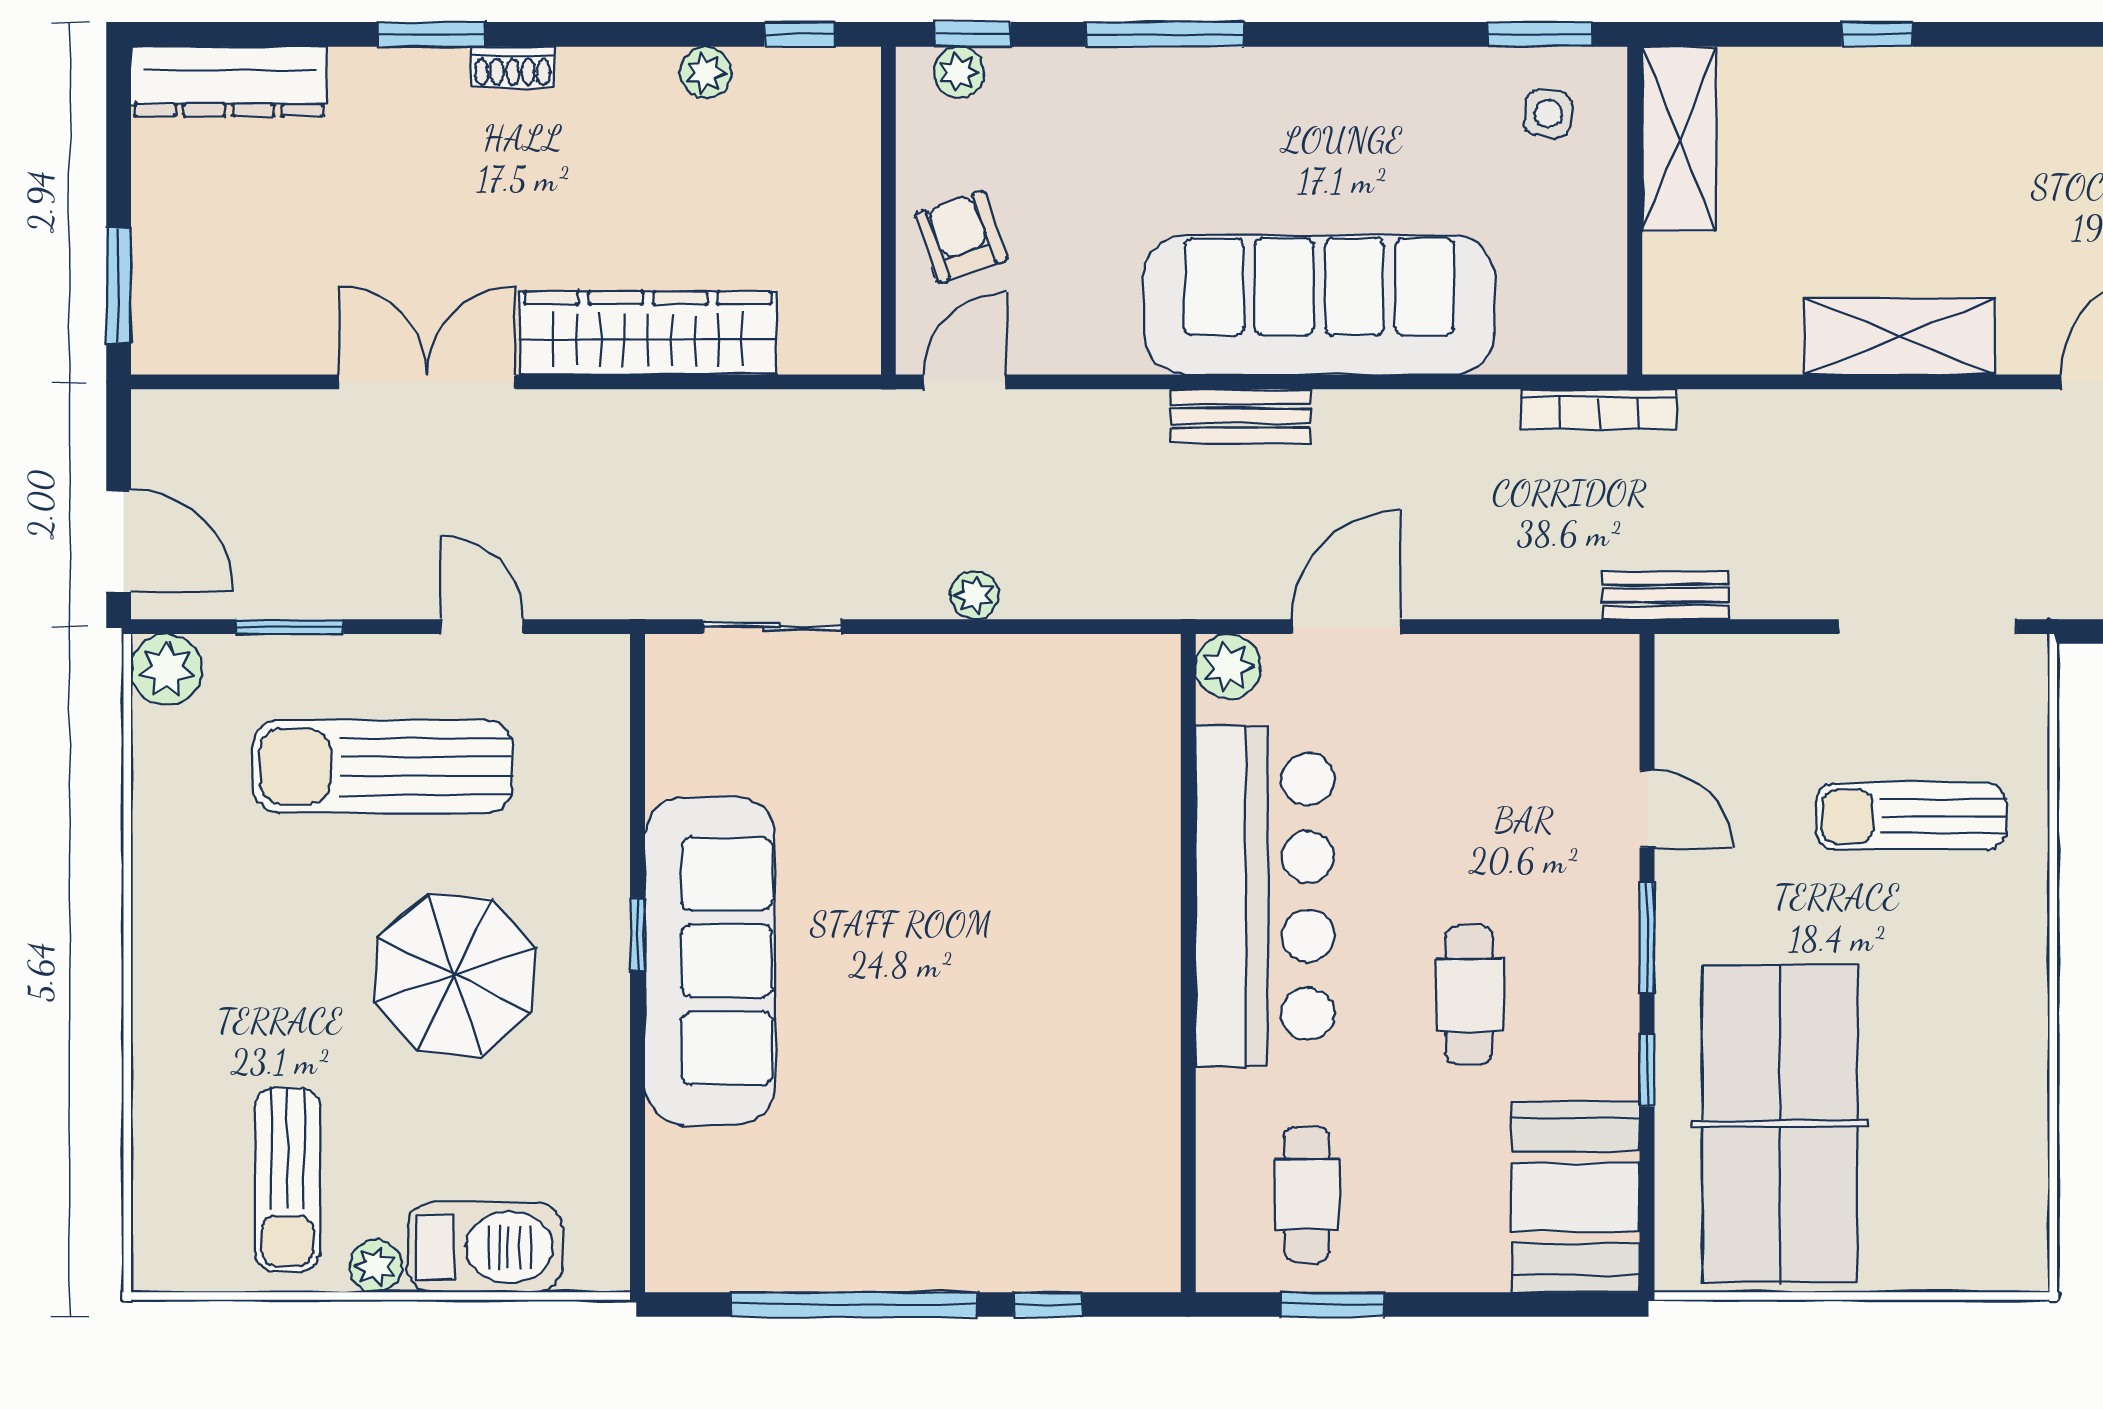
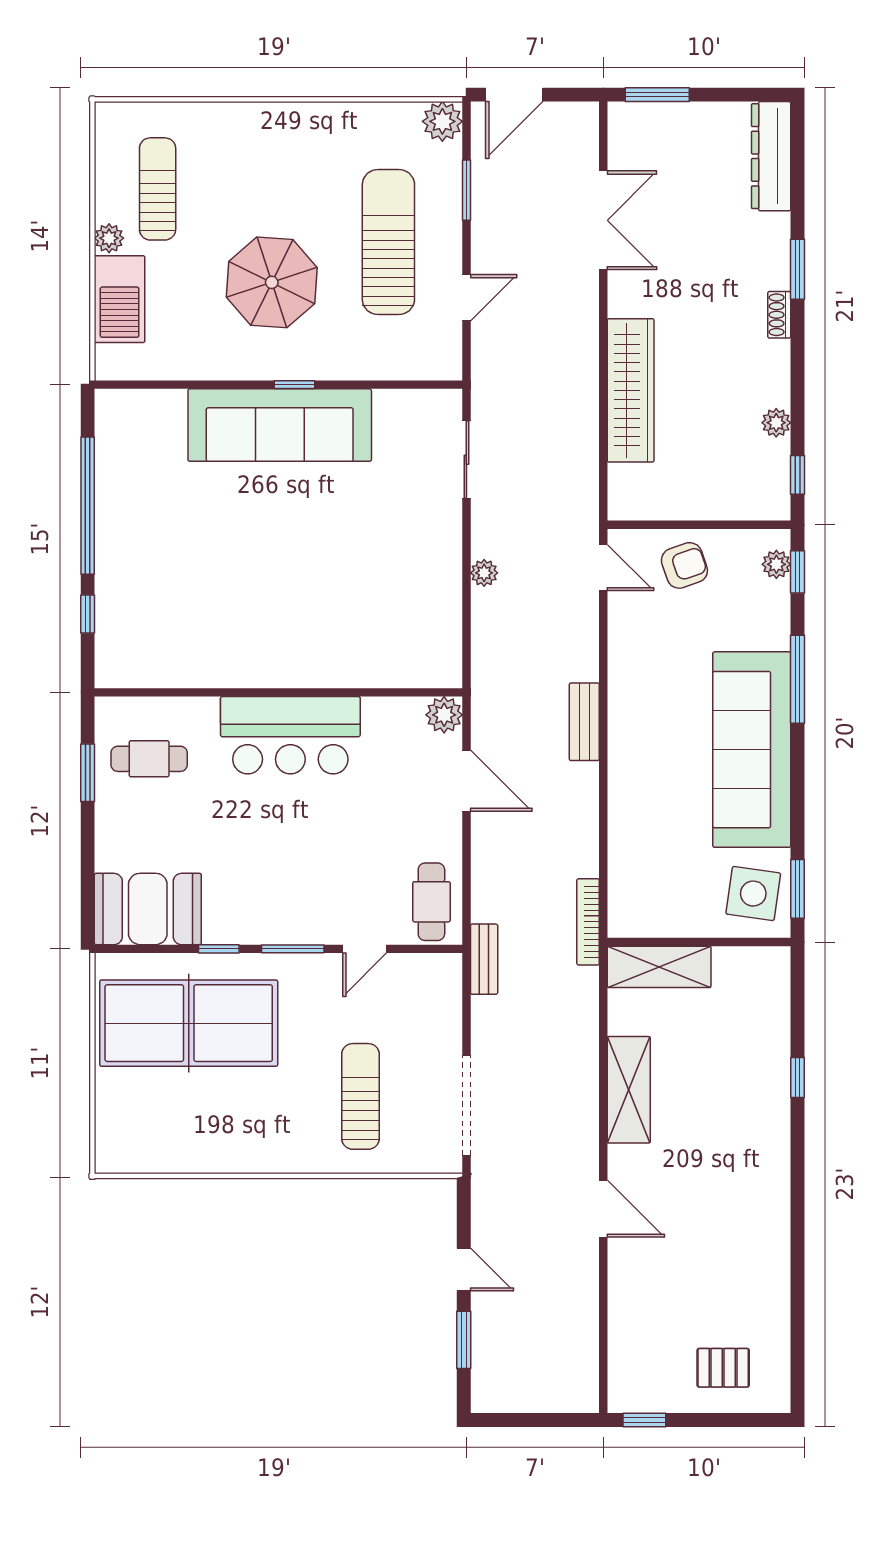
side table: (1548, 114) -> (753, 894), width x1.87, depth x1.87
shelving: (1679, 139) -> (659, 967), moved
sofa: (1319, 305) -> (752, 750), moved, turned 180
double door: (427, 382) -> (603, 220), moved
bar counter: (1265, 896) -> (290, 735), width x0.73
cafe table: (1469, 995) -> (431, 902), moved, turned 90
sun lounger: (287, 1179) -> (158, 189), turned 90

